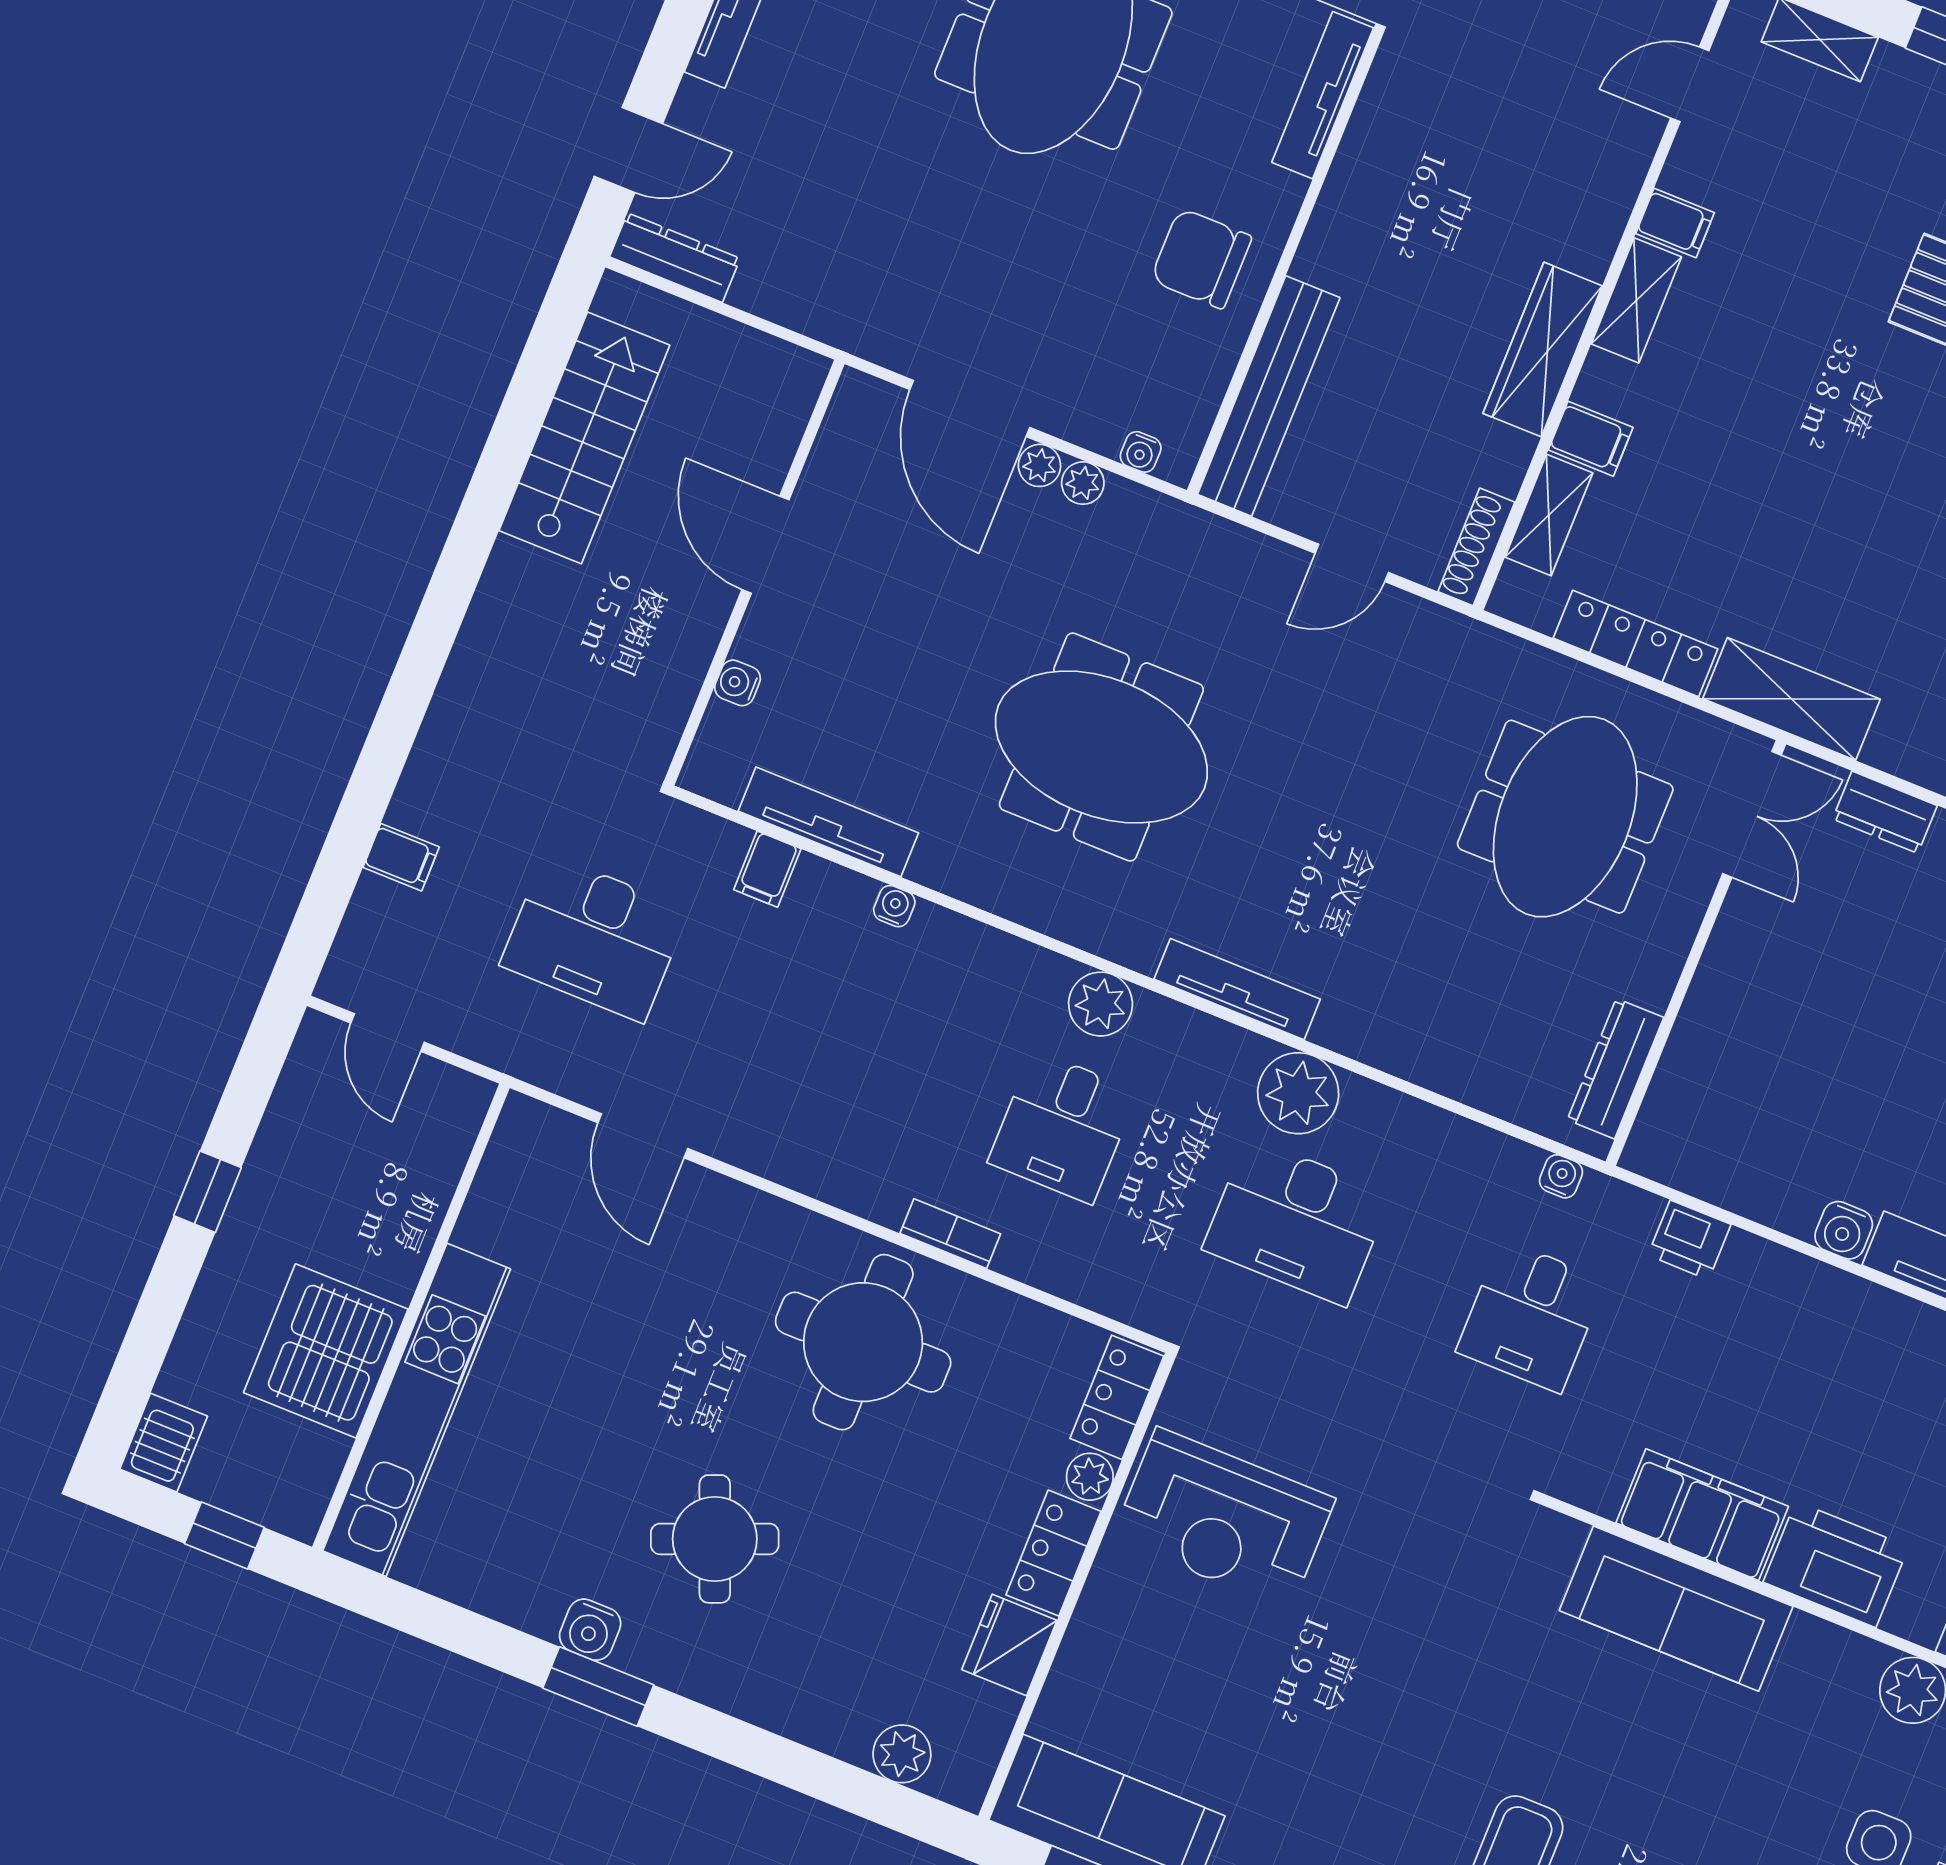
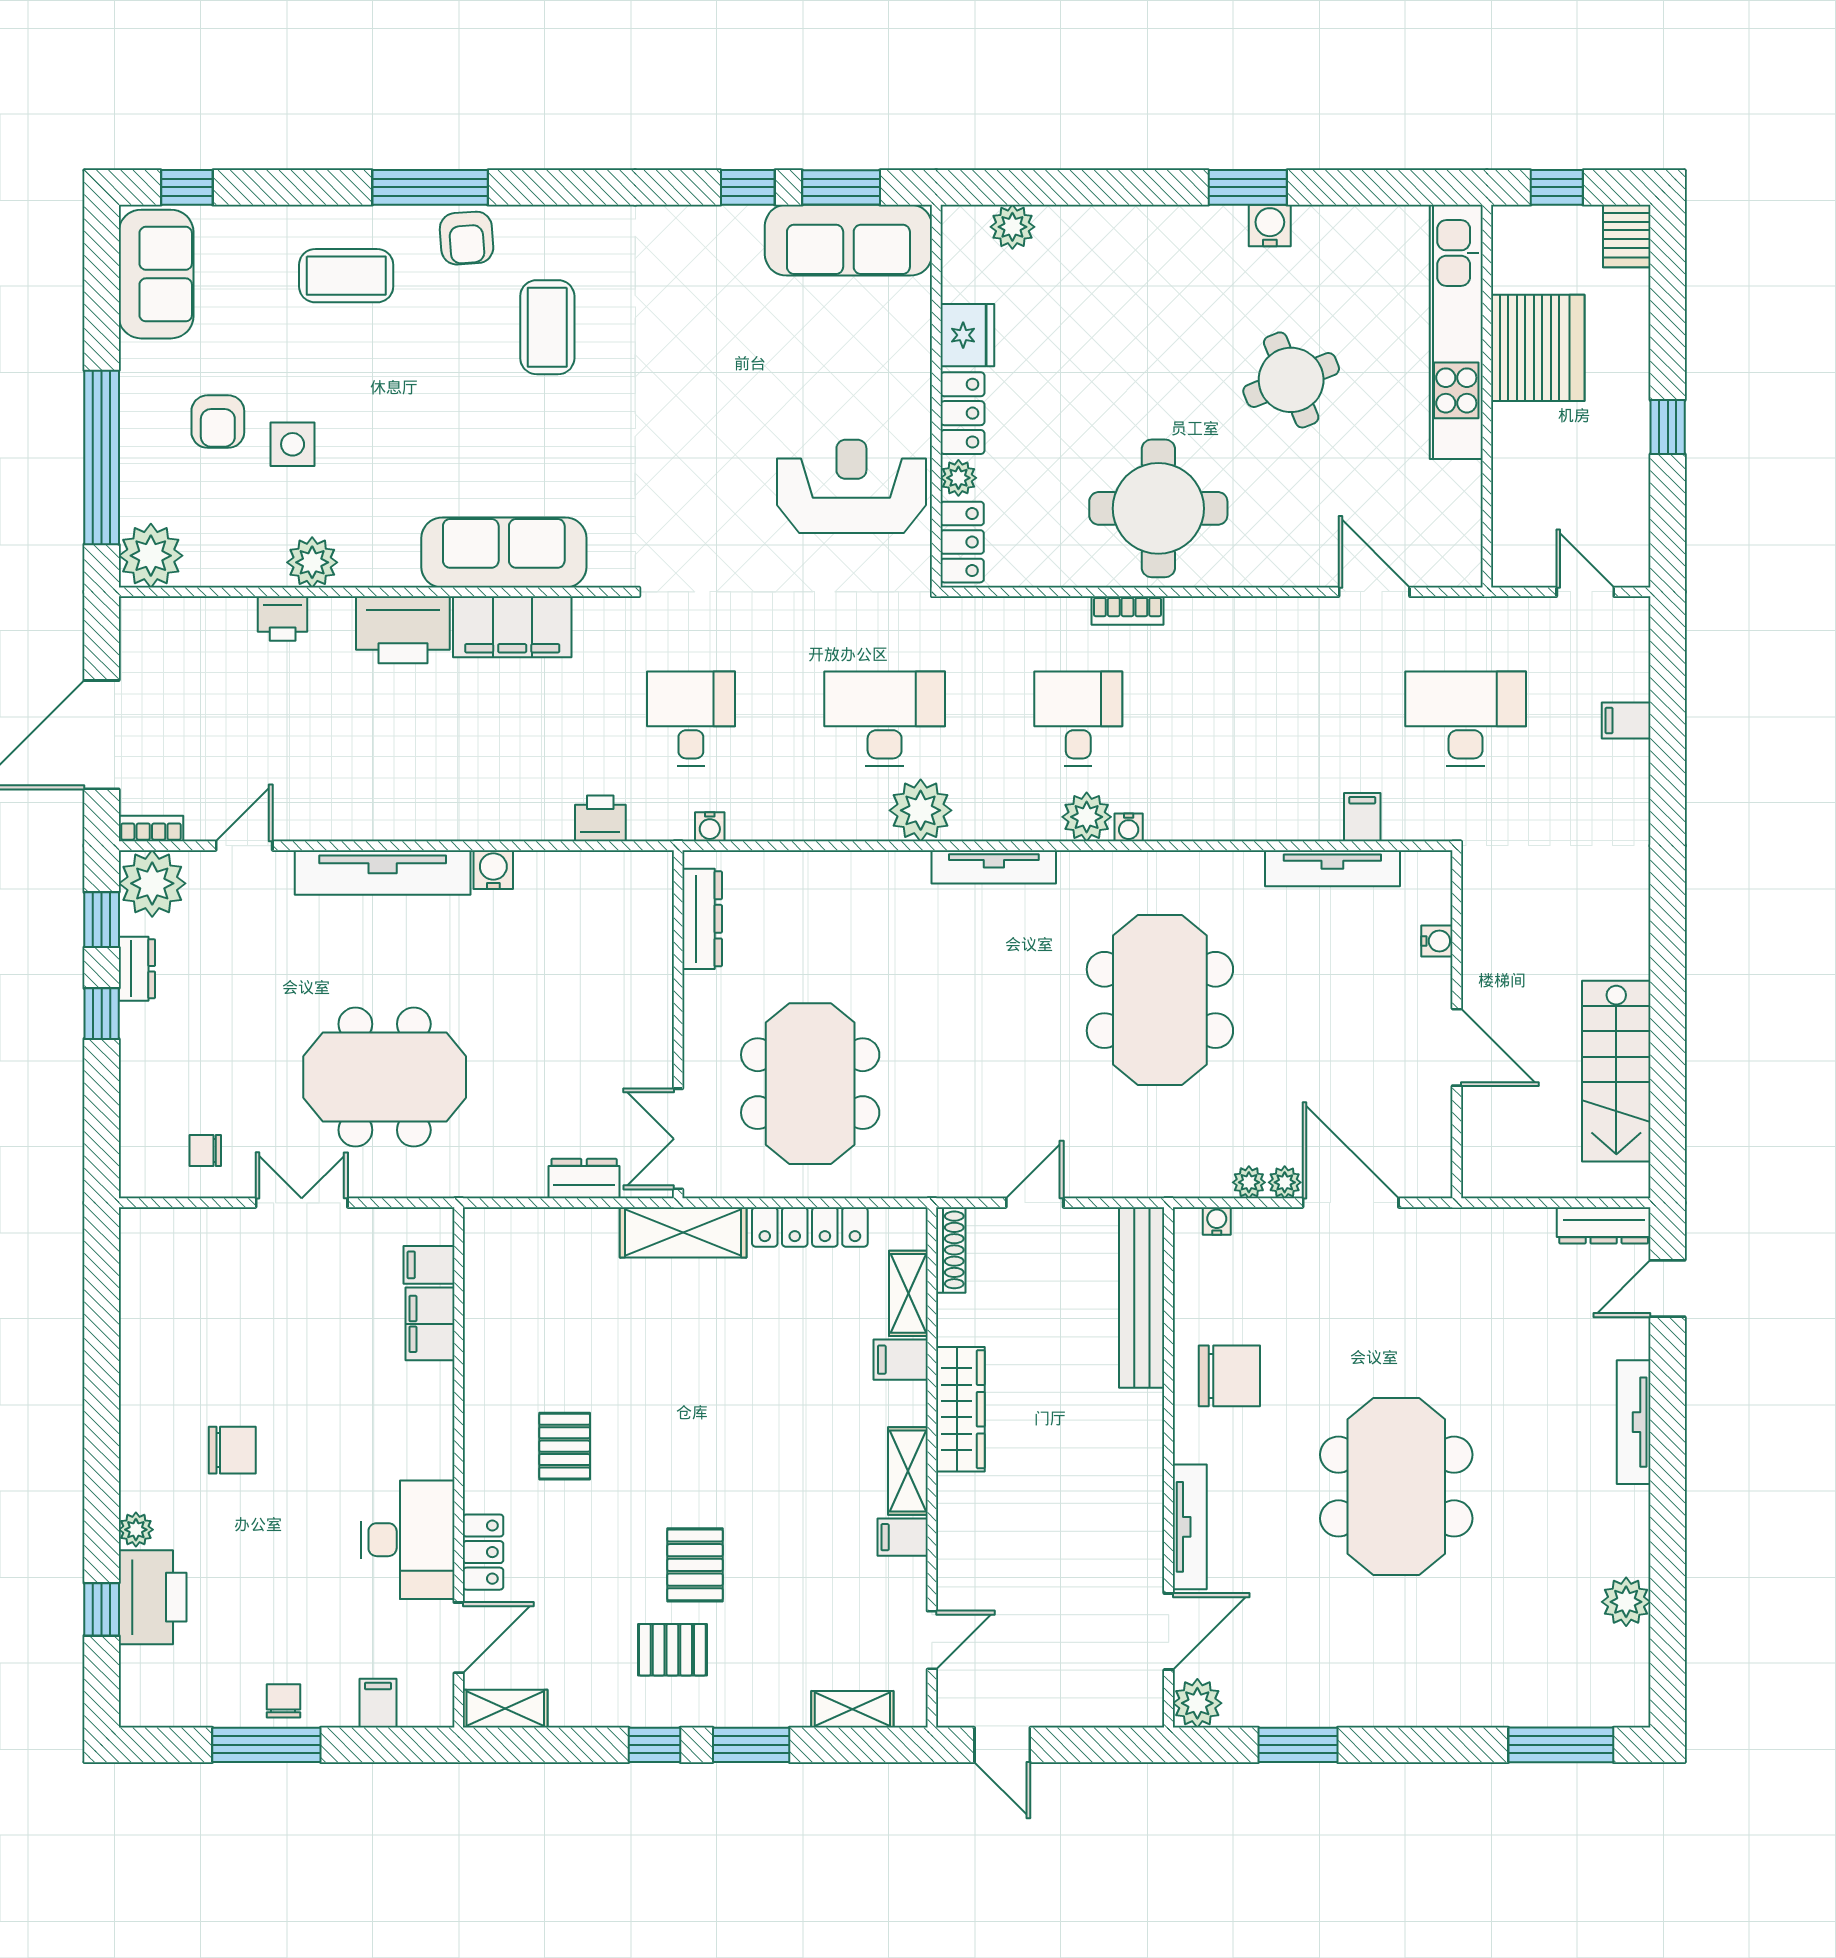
meeting table: (1101, 747) -> (1160, 1000), turned 90
water cooler: (894, 906) -> (1129, 827), moved
round table: (715, 1539) -> (1291, 380), moved

